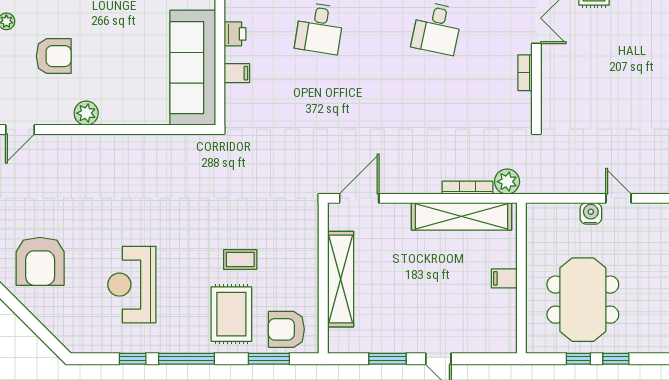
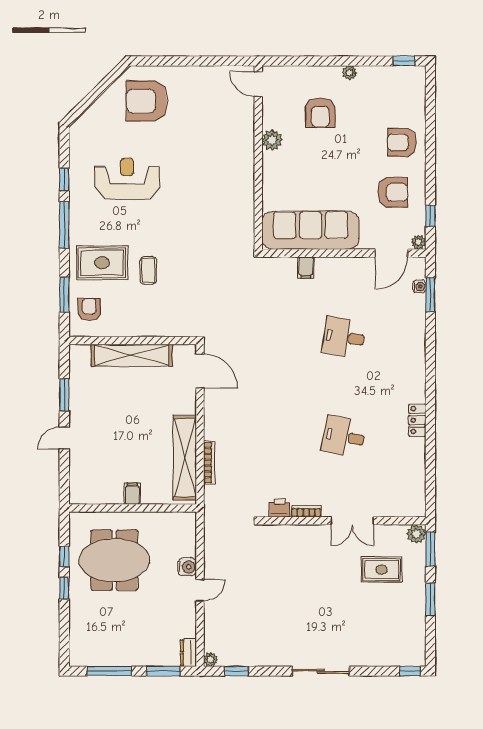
printer: (235, 34) -> (280, 508), moved, turned 180
plant: (507, 182) -> (214, 496), removed
armchair: (286, 329) -> (89, 309), width x0.72, depth x0.72

